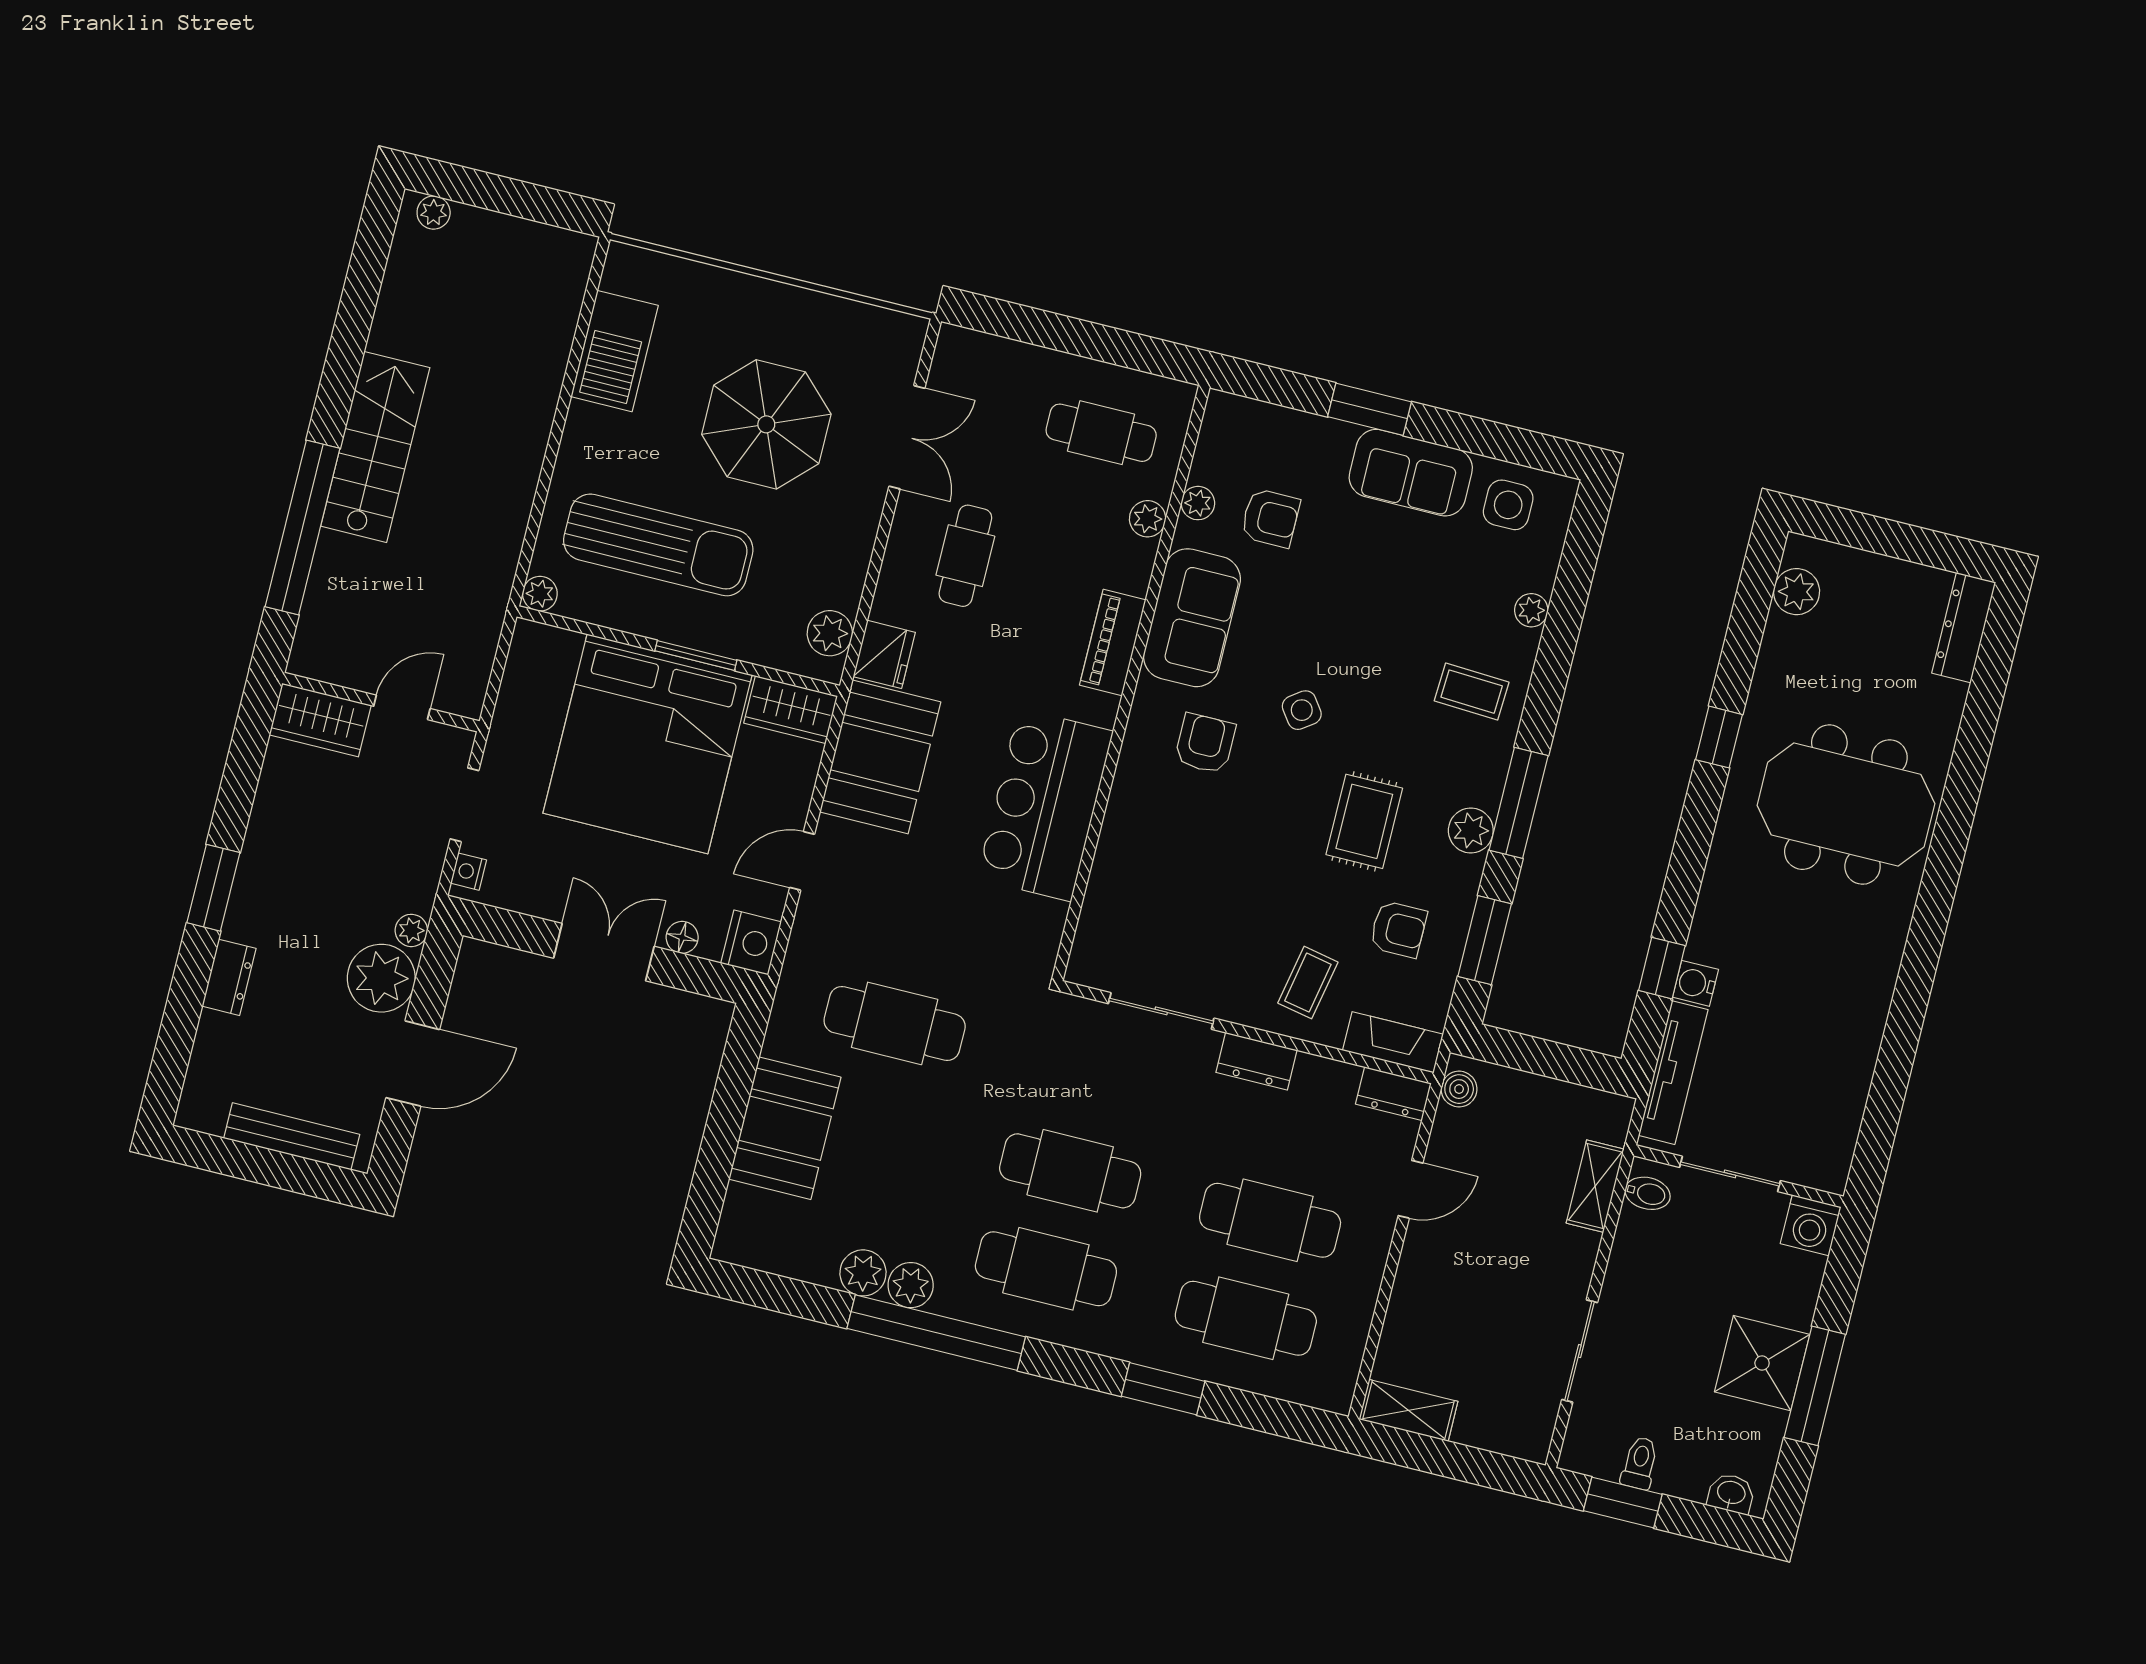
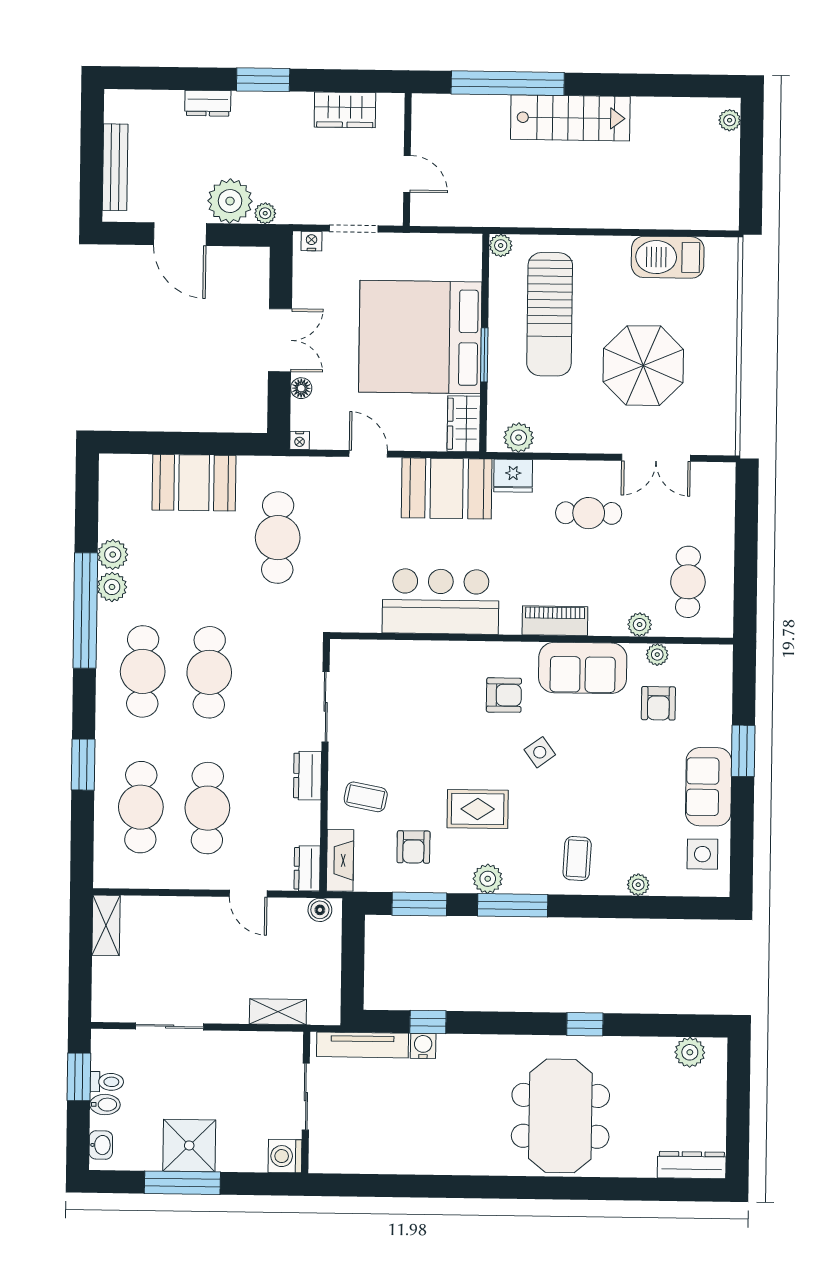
wardrobe: (320, 720) -> (345, 110), moved, turned -90
nightstand: (751, 943) -> (300, 440), width x0.53, depth x0.56
bidet: (1648, 1193) -> (105, 1105), moved, turned -90

